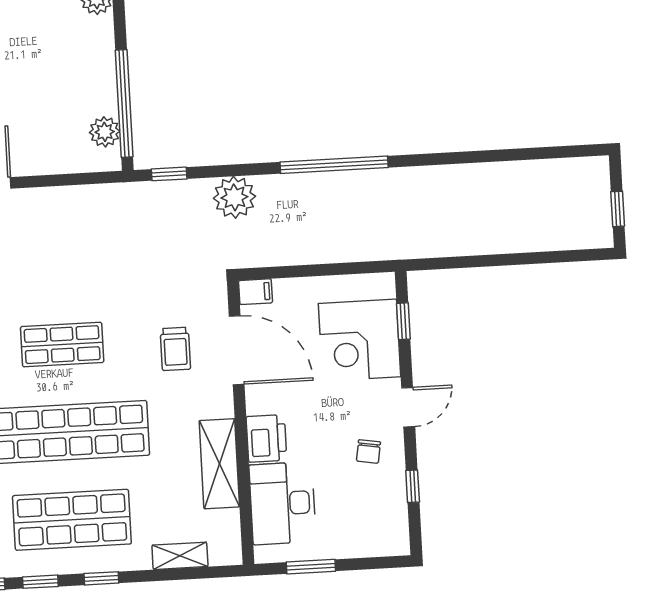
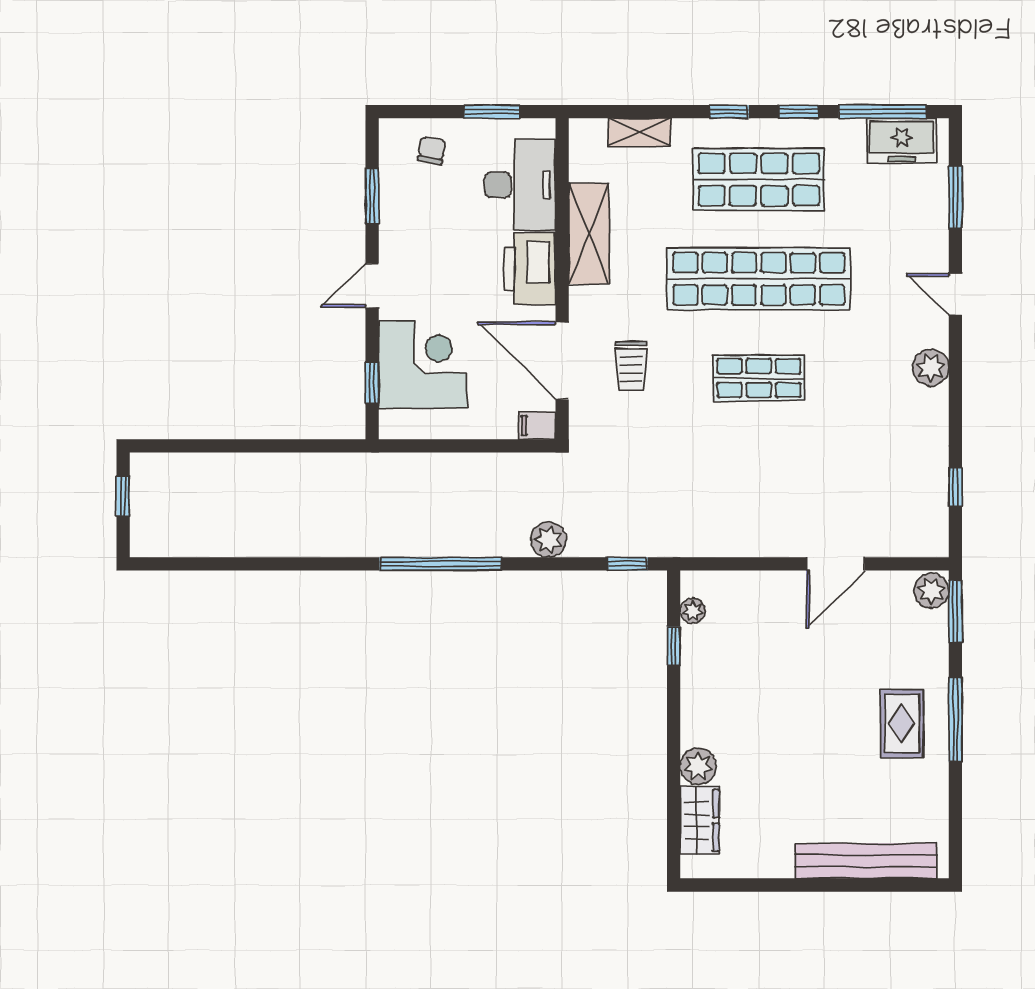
window: (124, 104) -> (674, 646), width x0.32
plant: (105, 132) -> (693, 611), width x0.73, depth x0.73
plant: (234, 197) -> (549, 540), width x0.73, depth x0.73
trolley: (175, 349) -> (631, 366), turned 180
printer: (266, 438) -> (530, 269), width x1.37, depth x1.19
chair: (368, 452) -> (432, 150), moved
window: (413, 486) -> (372, 196), width x1.50

